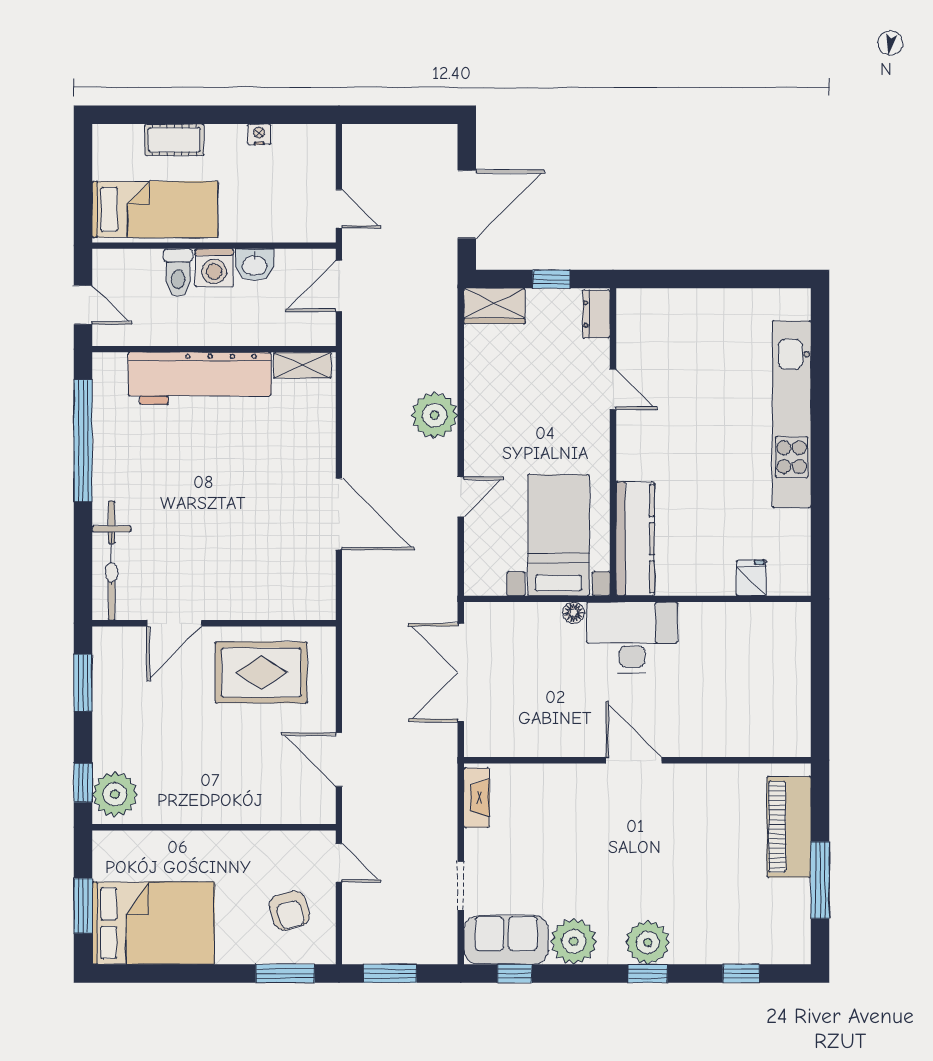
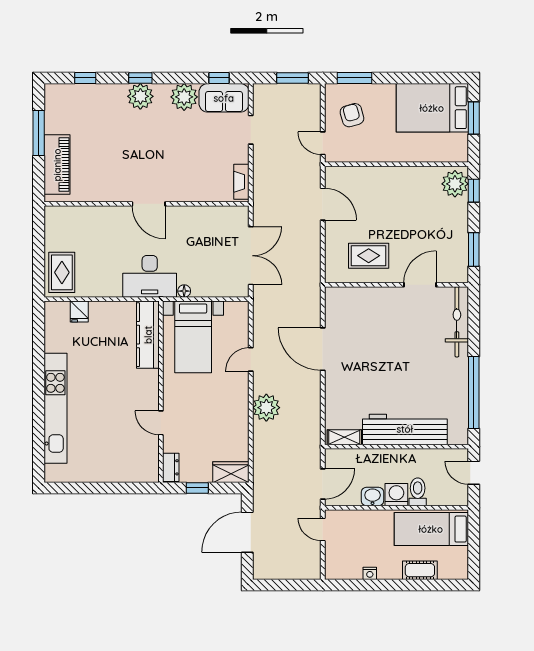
rug: (781, 644) -> (62, 272), added
rug: (261, 672) -> (369, 256), width x0.73, depth x0.70

